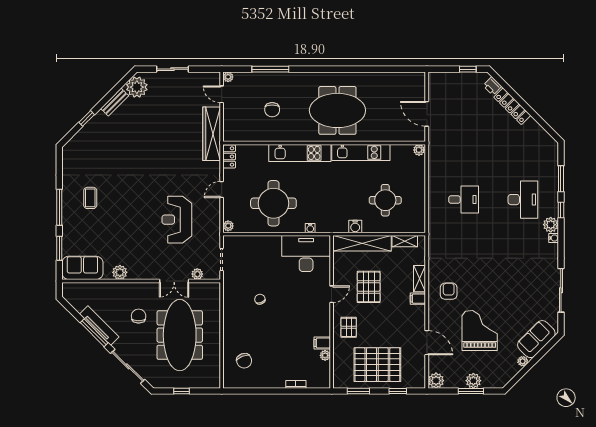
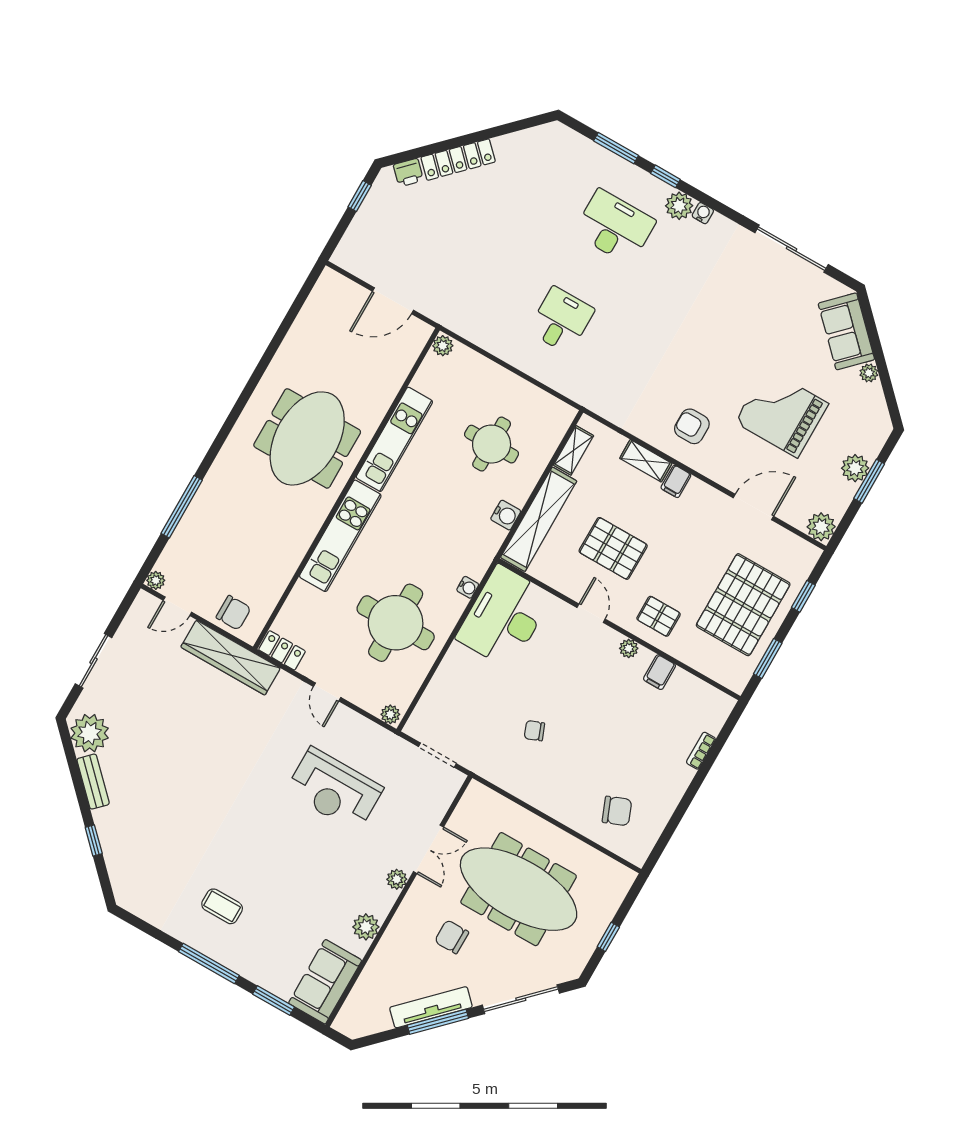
chair: (272, 110) -> (233, 613), moved
plant: (197, 274) -> (397, 879), moved
plant: (325, 355) -> (629, 648), moved

